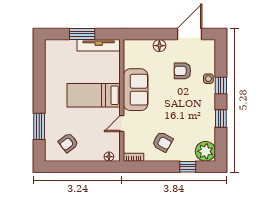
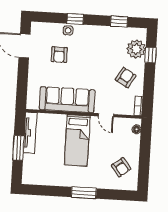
floor lamp: (159, 46) -> (34, 75), removed
sofa: (136, 90) -> (67, 100), width x1.36
window: (221, 119) -> (119, 22), moved
window: (39, 126) -> (84, 193), moved
plant: (205, 151) -> (136, 49), moved

